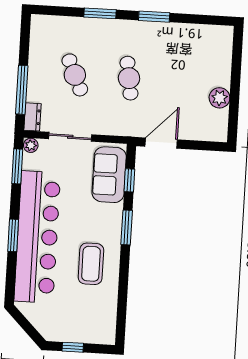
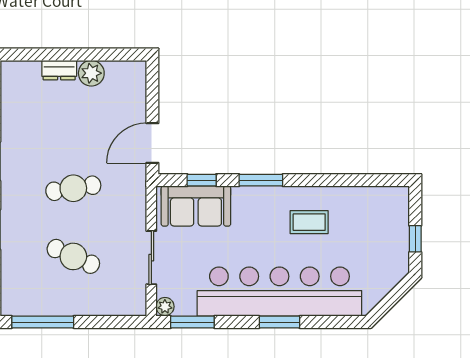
cafe table: (75, 75) -> (73, 256), turned 48
window: (22, 90) -> (43, 322), moved
dresser: (33, 117) -> (59, 70), moved, turned 180
door: (161, 143) -> (152, 143), hinge flipped
coffee table: (91, 264) -> (309, 222), width x0.73, depth x0.77

